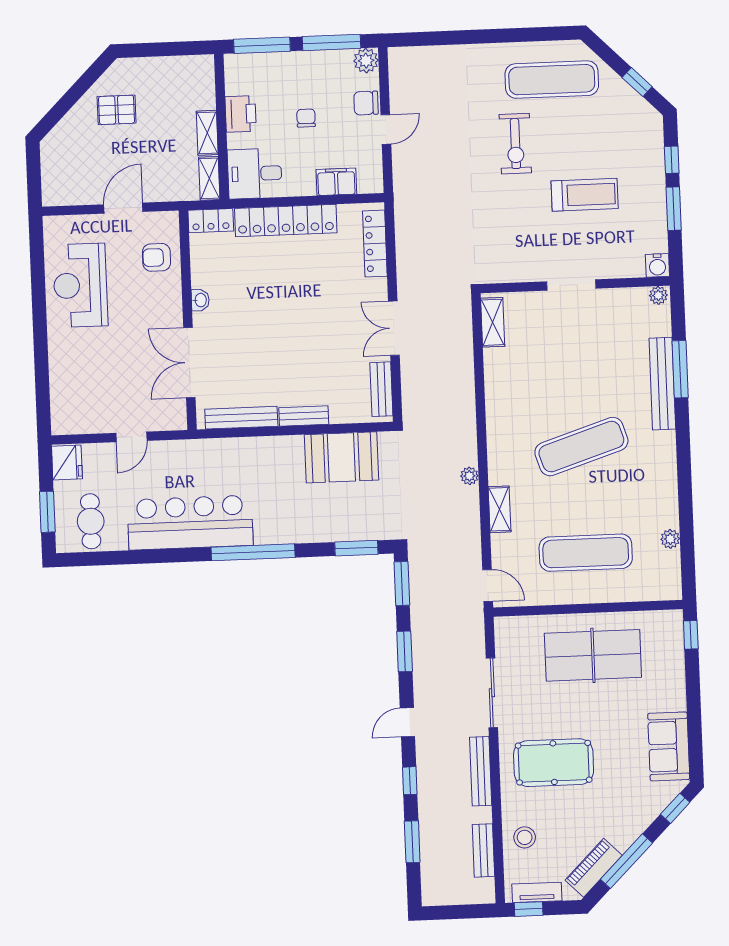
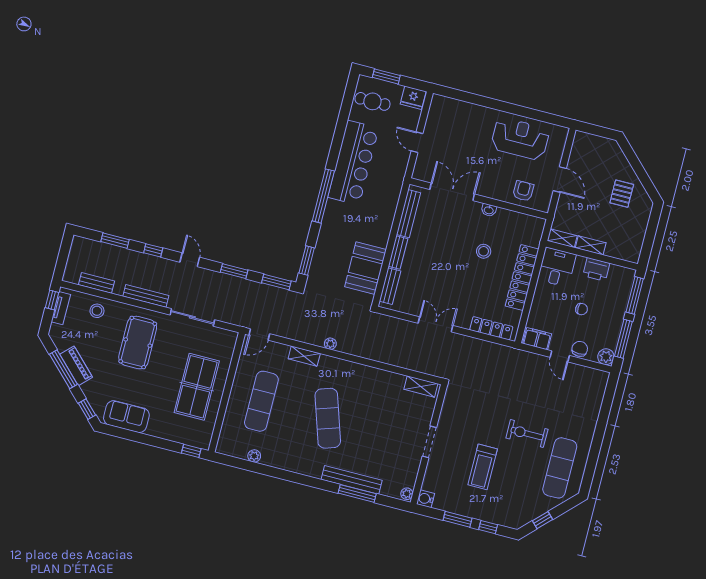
filing cabinet: (336, 182) -> (537, 339), moved, turned -90
locker: (211, 221) -> (536, 231), removed
stool: (264, 289) -> (484, 251), added
bench: (381, 389) -> (390, 286), moved, turned 90
piano: (594, 868) -> (76, 366), moved

